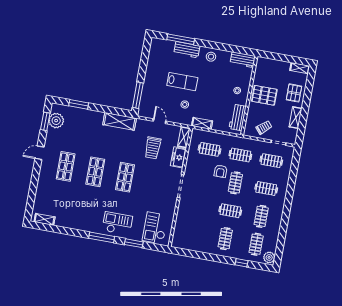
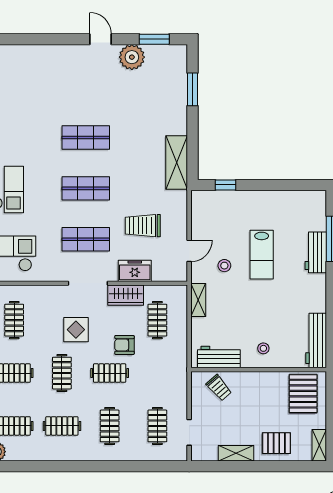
stool: (211, 57) -> (312, 295), removed
workbench: (243, 60) -> (316, 341), width x1.38
window: (138, 95) -> (226, 185), width x0.46
pallet: (264, 95) -> (303, 394), moved
plant: (56, 121) -> (132, 57), moved
door: (159, 121) -> (189, 251), moved
trolley: (264, 127) -> (219, 388), moved
shelving: (184, 137) -> (170, 274), removed
clothes rail: (240, 155) -> (14, 320), moved
wardrobe: (192, 165) -> (126, 295), added
shop shelf: (66, 166) -> (86, 239), moved
display table: (206, 198) -> (76, 330), added

